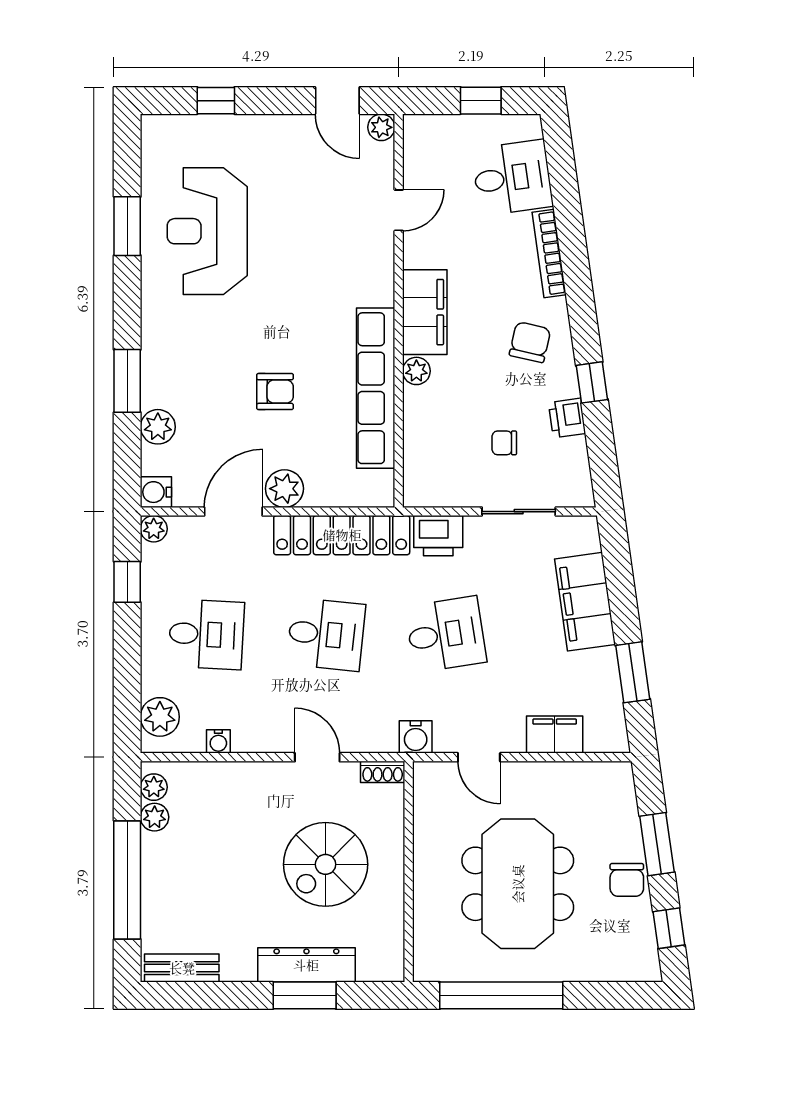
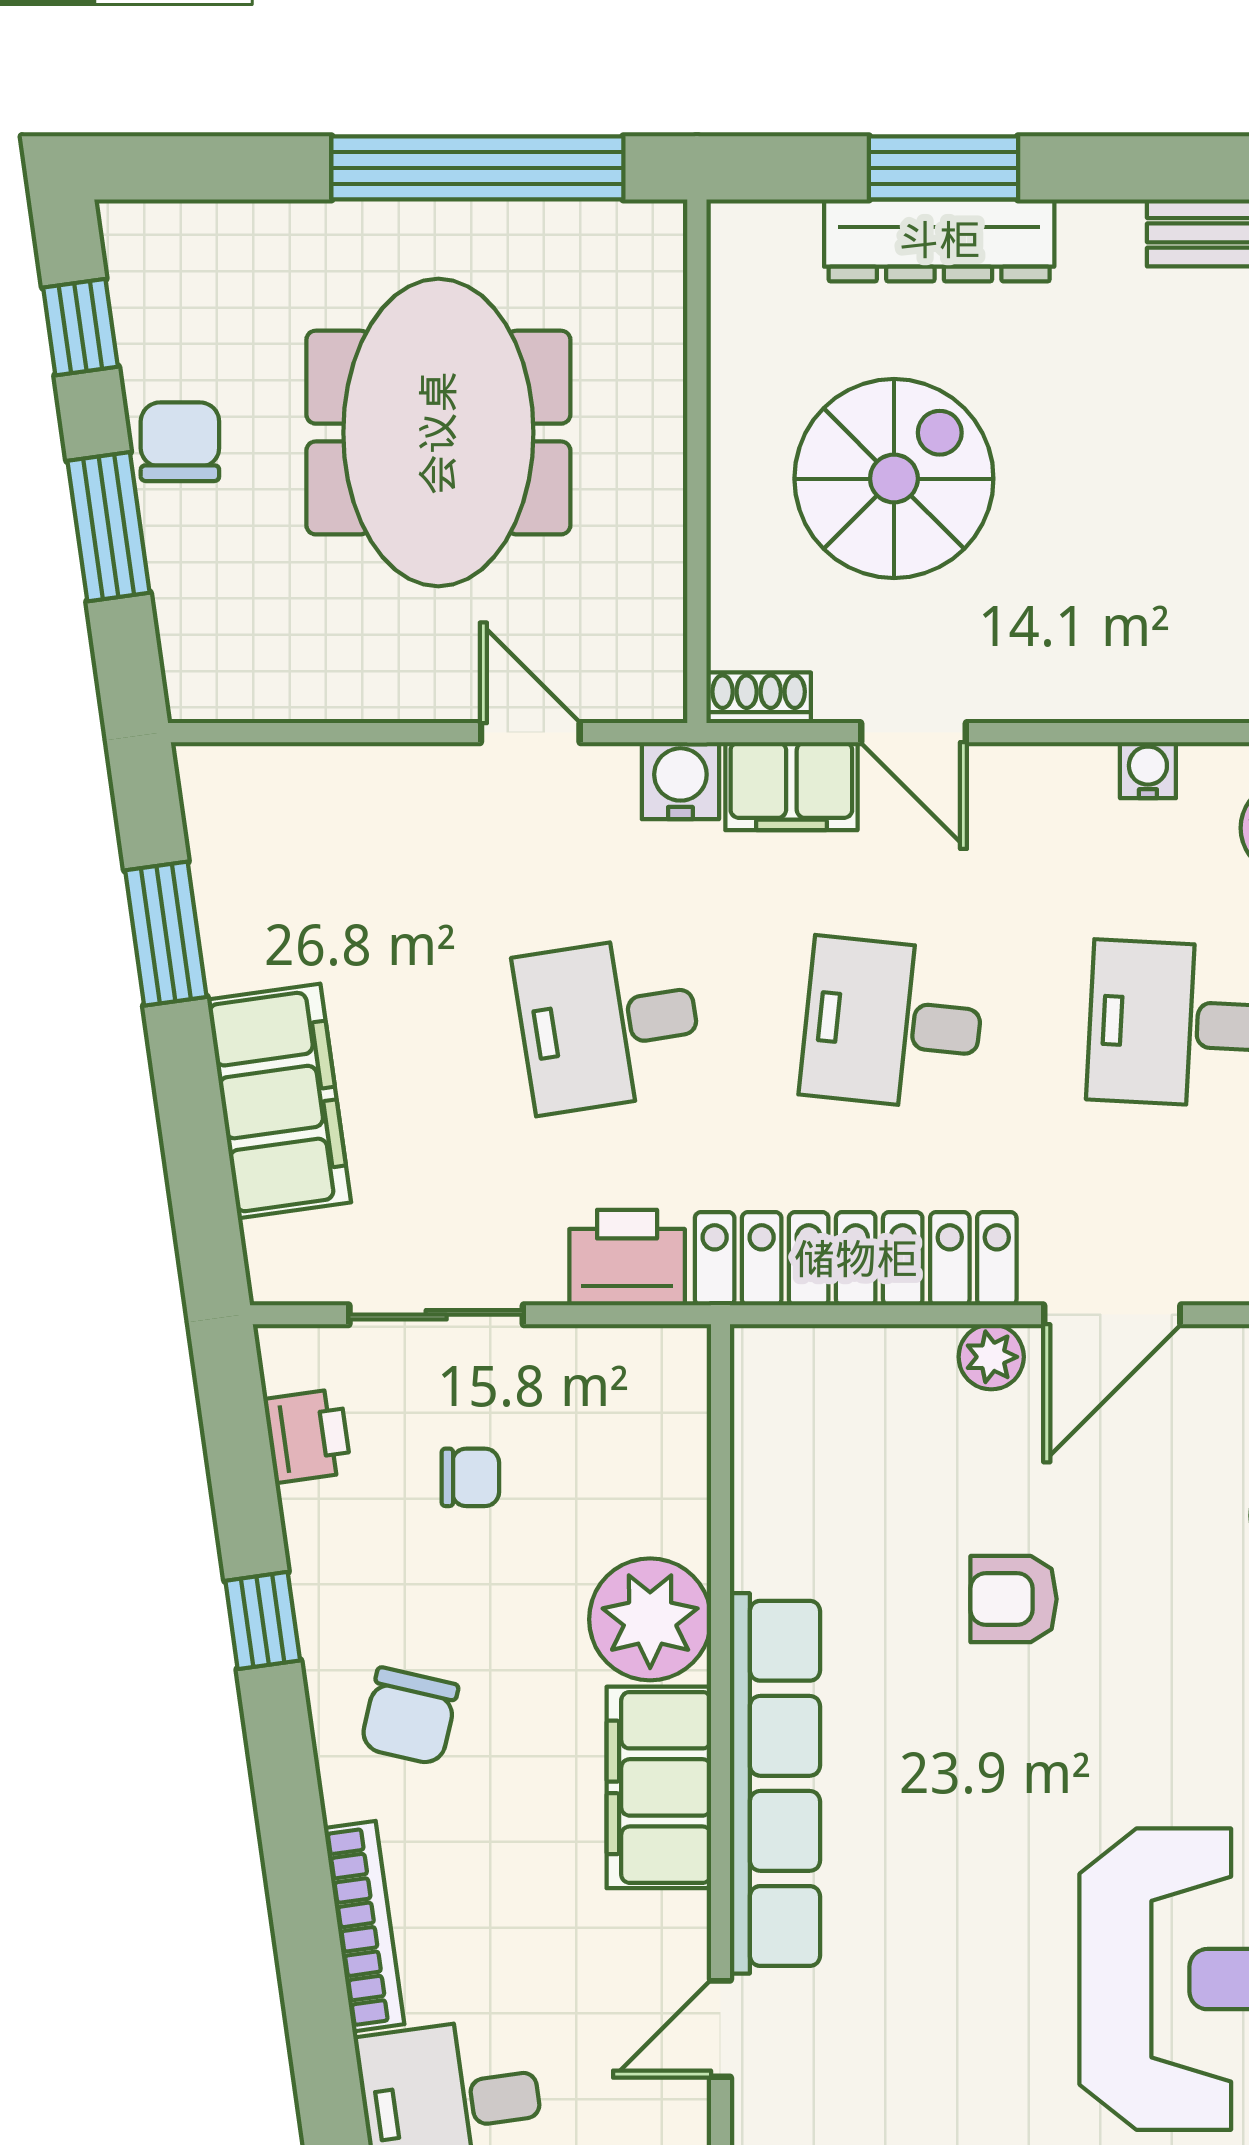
plant: (416, 371) -> (650, 1619), width x1.88, depth x1.88
row of seats: (376, 388) -> (775, 1783), moved
printer: (567, 418) -> (307, 1436), moved
plant: (284, 489) -> (991, 1357), width x0.73, depth x0.73
filing cabinet: (555, 735) -> (791, 786), moved

